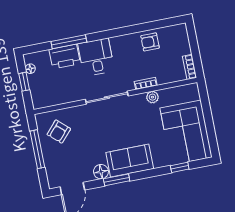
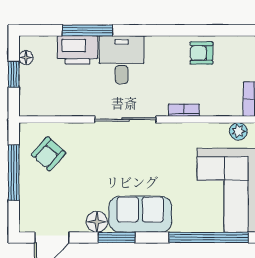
plant: (152, 97) -> (238, 131), moved
window: (180, 167) -> (209, 237), width x3.17

